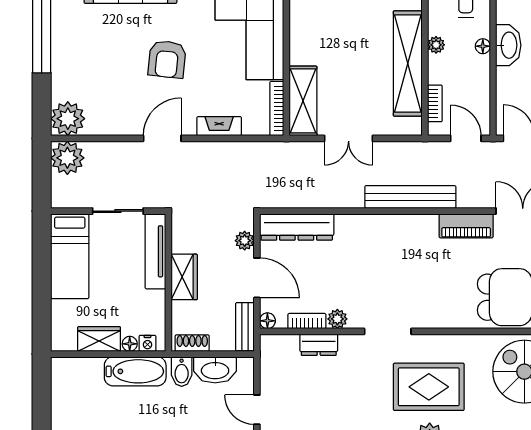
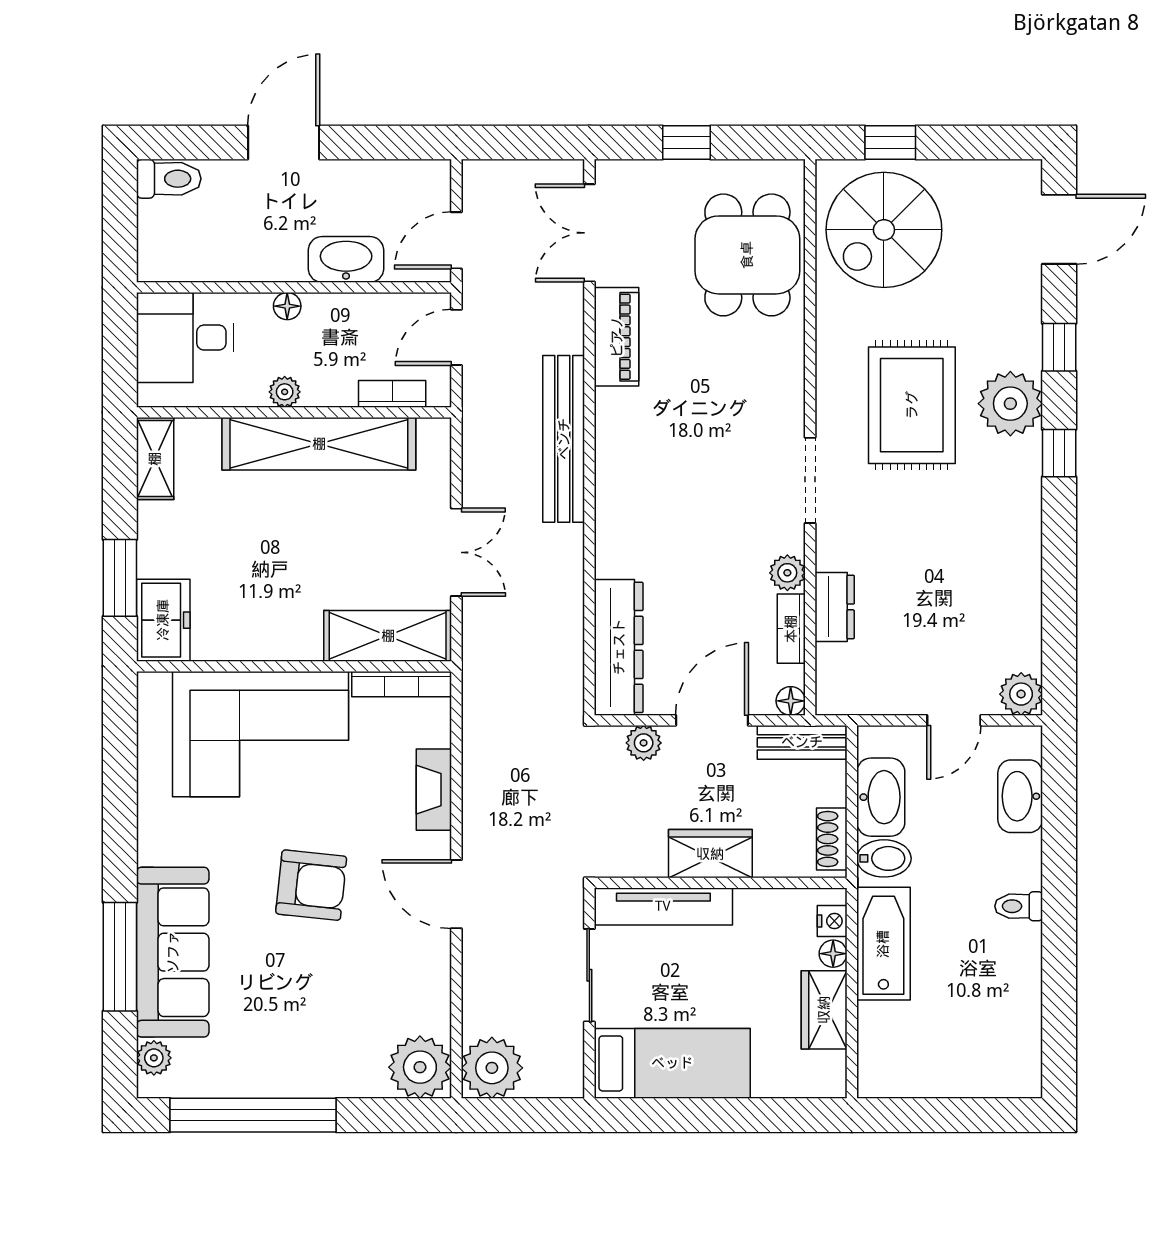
washbasin: (508, 45) -> (346, 259), moved

